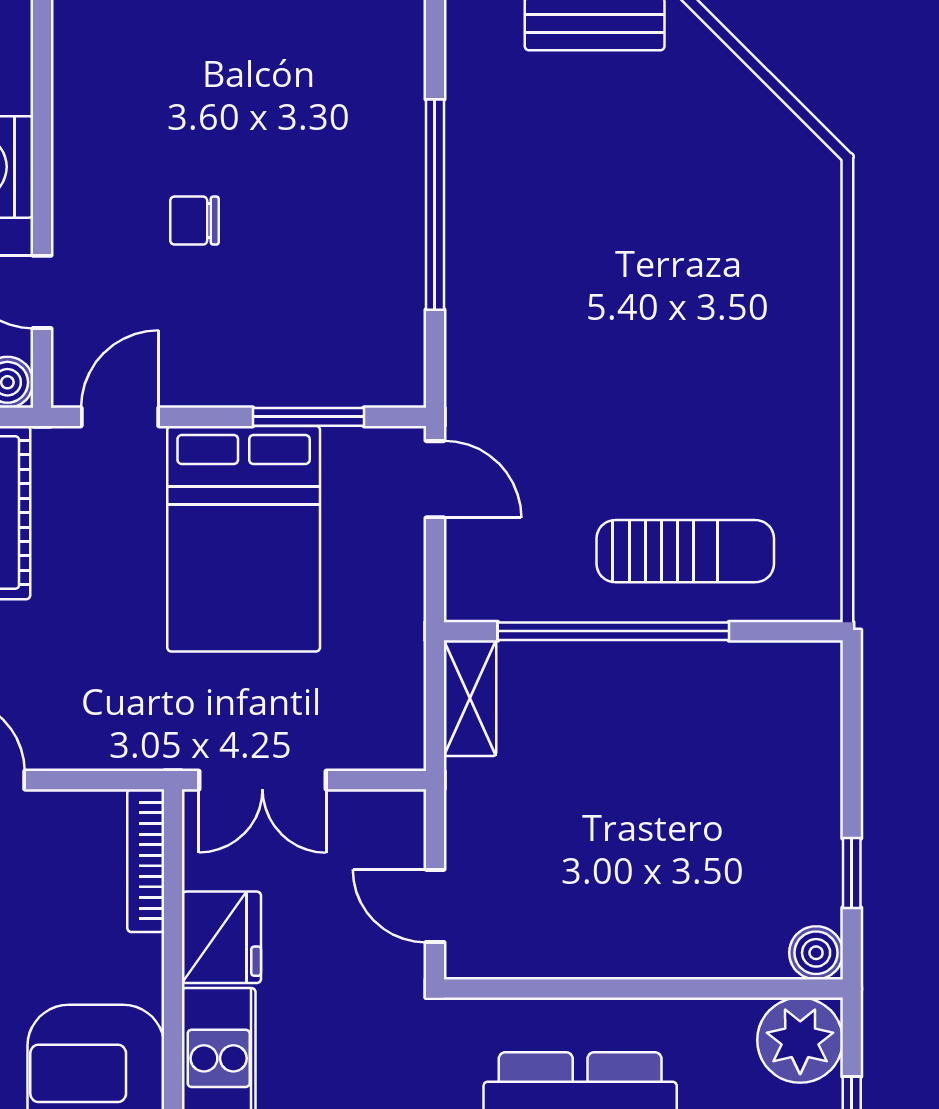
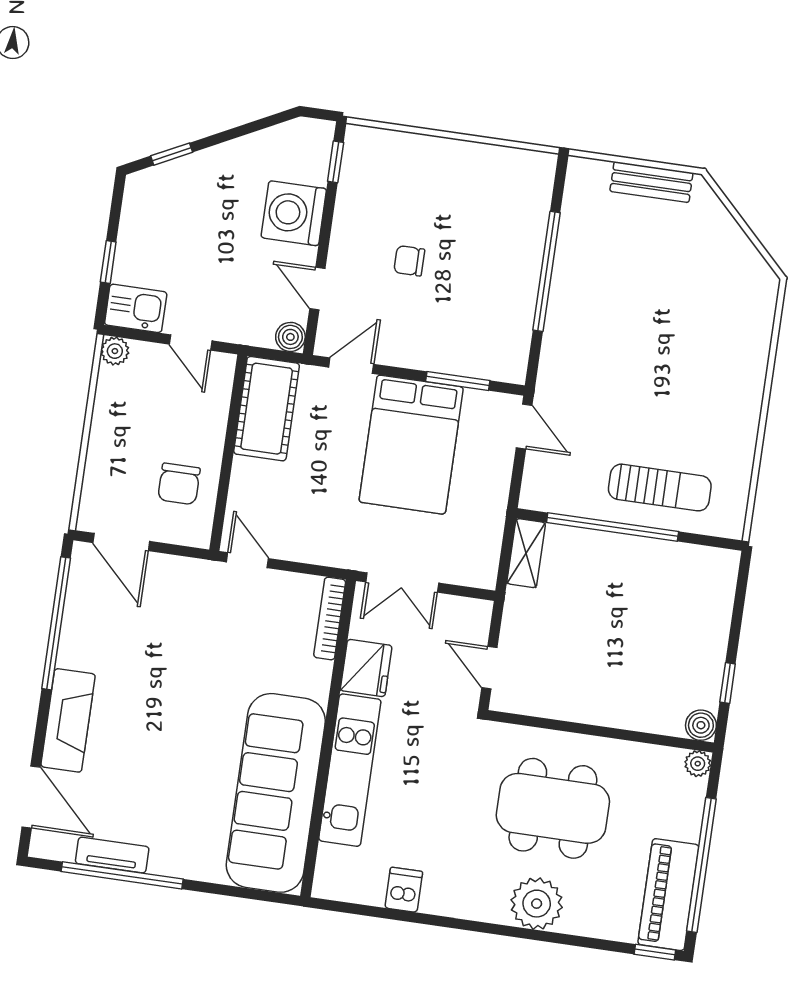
window: (42, 67) -> (336, 162), added
plant: (800, 1040) -> (698, 764), width x0.53, depth x0.53

